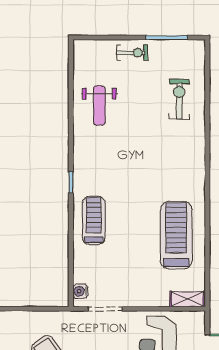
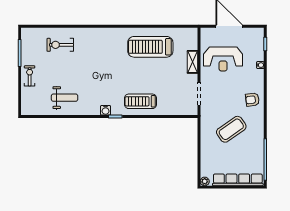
water cooler: (80, 291) -> (106, 110), moved
shelving: (187, 299) -> (193, 62), moved

